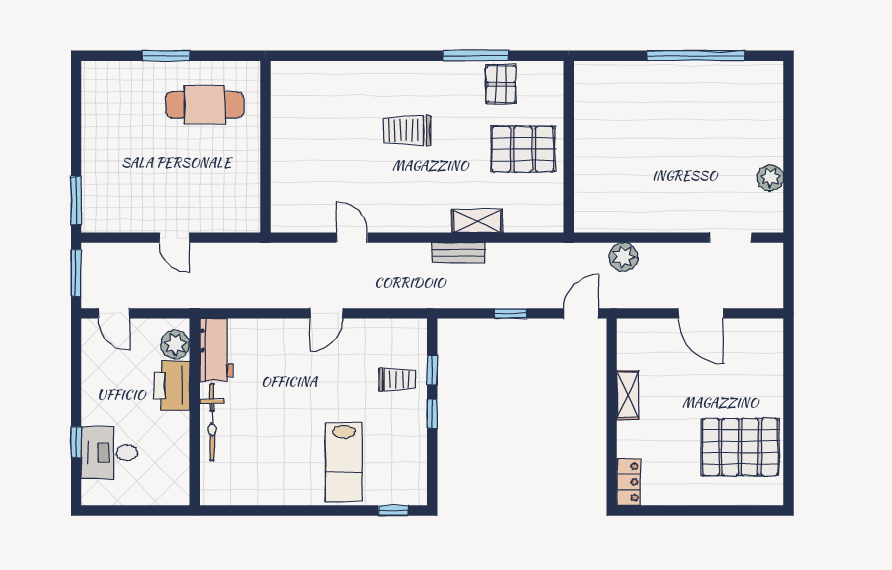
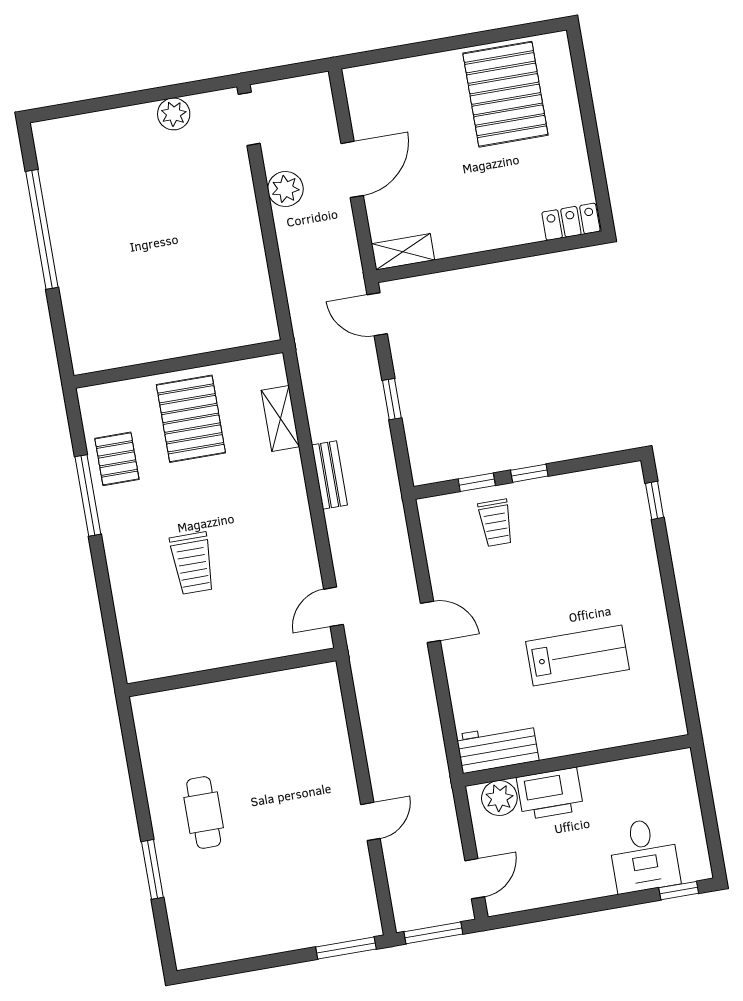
pallet: (501, 84) -> (117, 459), turned 90
cafe table: (205, 105) -> (204, 813), width x0.73, depth x0.74
wall: (266, 147) -> (232, 672), moved
shelving: (477, 221) -> (280, 418), moved
doorway: (731, 238) -> (249, 119), moved
plant: (623, 257) -> (285, 189), moved
trolley: (397, 380) -> (496, 523), turned 180
shelving: (628, 395) -> (403, 252), moved
bicycle: (212, 422) -> (585, 738), removed
window: (76, 442) -> (679, 891), moved
lab bench: (344, 462) -> (577, 655), moved

